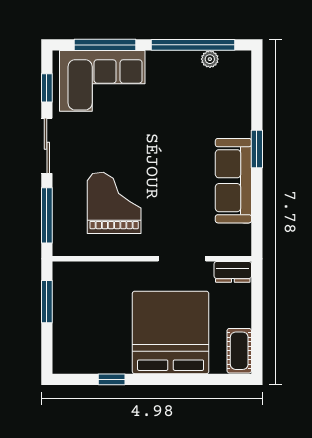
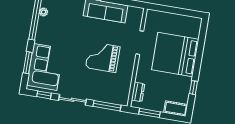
window: (105, 45) -> (28, 63), width x0.69
grand piano: (114, 203) -> (103, 57), moved
dresser: (233, 272) -> (138, 92), moved
cot: (239, 351) -> (176, 108), moved

